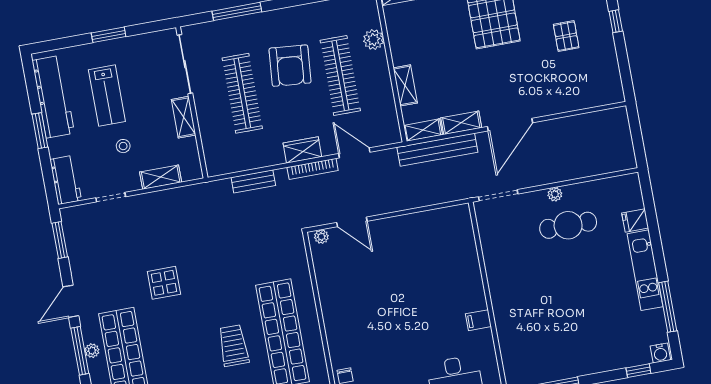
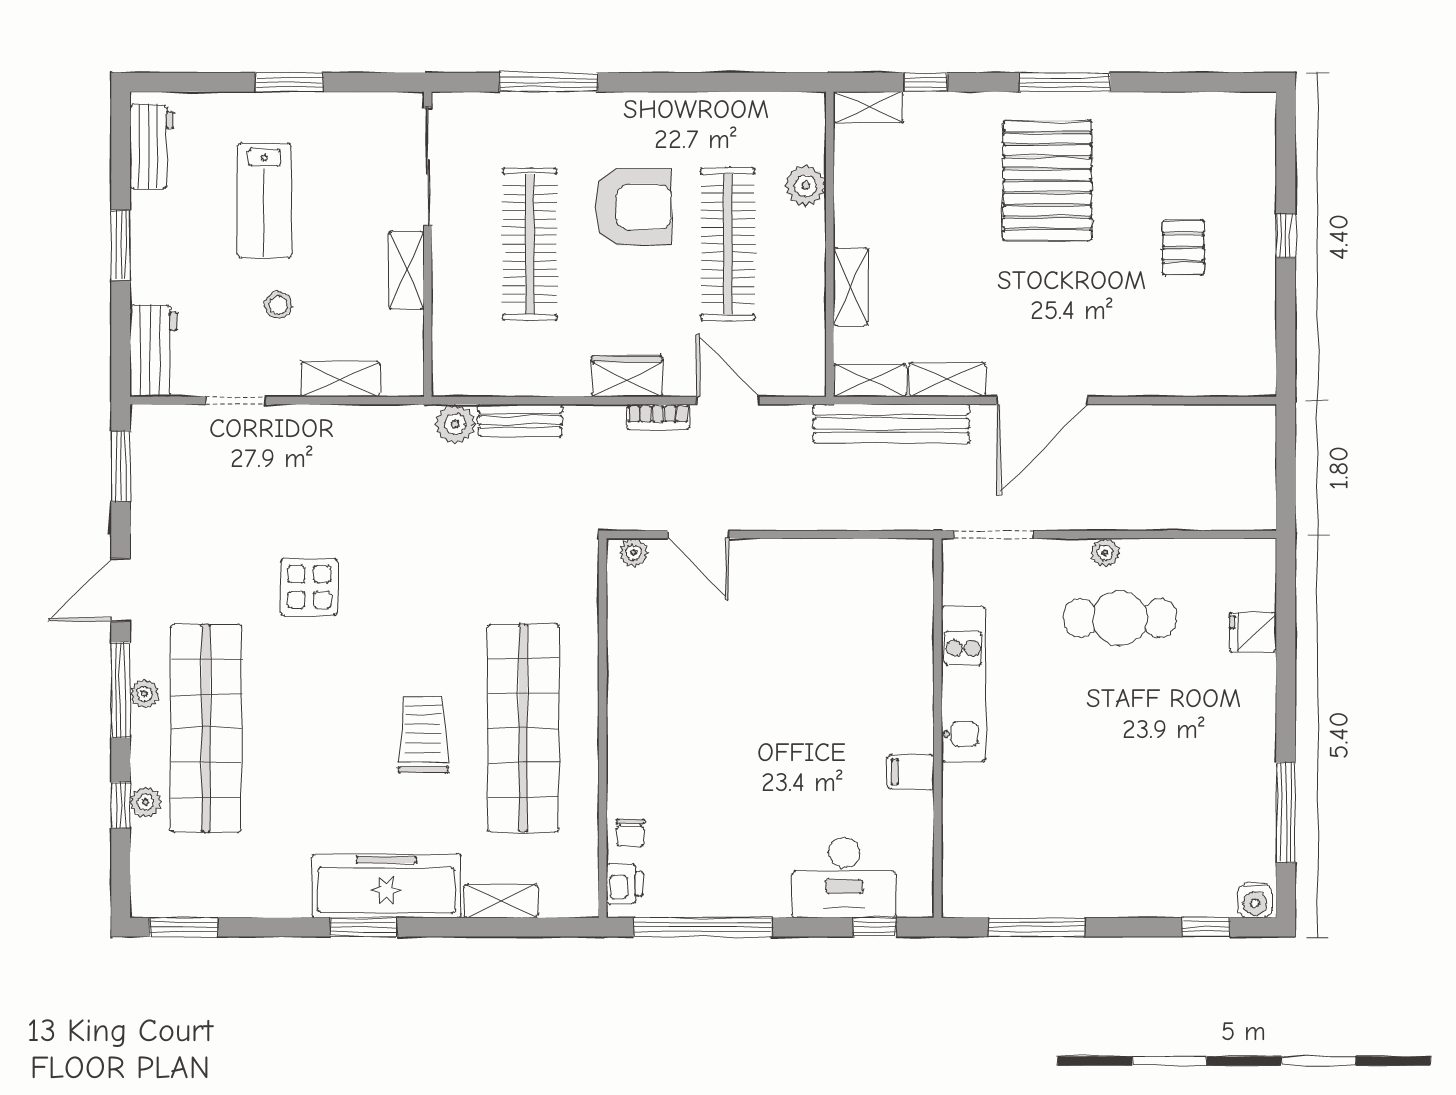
armchair: (290, 66) -> (633, 207), turned -95
workbench: (53, 97) -> (152, 147), width x0.53, depth x0.76
bookcase: (313, 169) -> (658, 417), width x0.64
plant: (222, 189) -> (455, 424), added
kitchen unit: (645, 270) -> (963, 684), moved, turned 180

